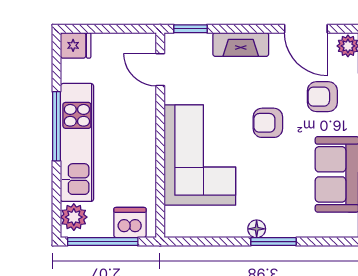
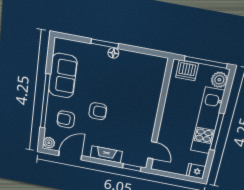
door: (306, 29) -> (70, 156), hinge flipped
armchair: (322, 97) -> (66, 119), turned 180
corner sofa: (200, 155) -> (139, 101), removed

